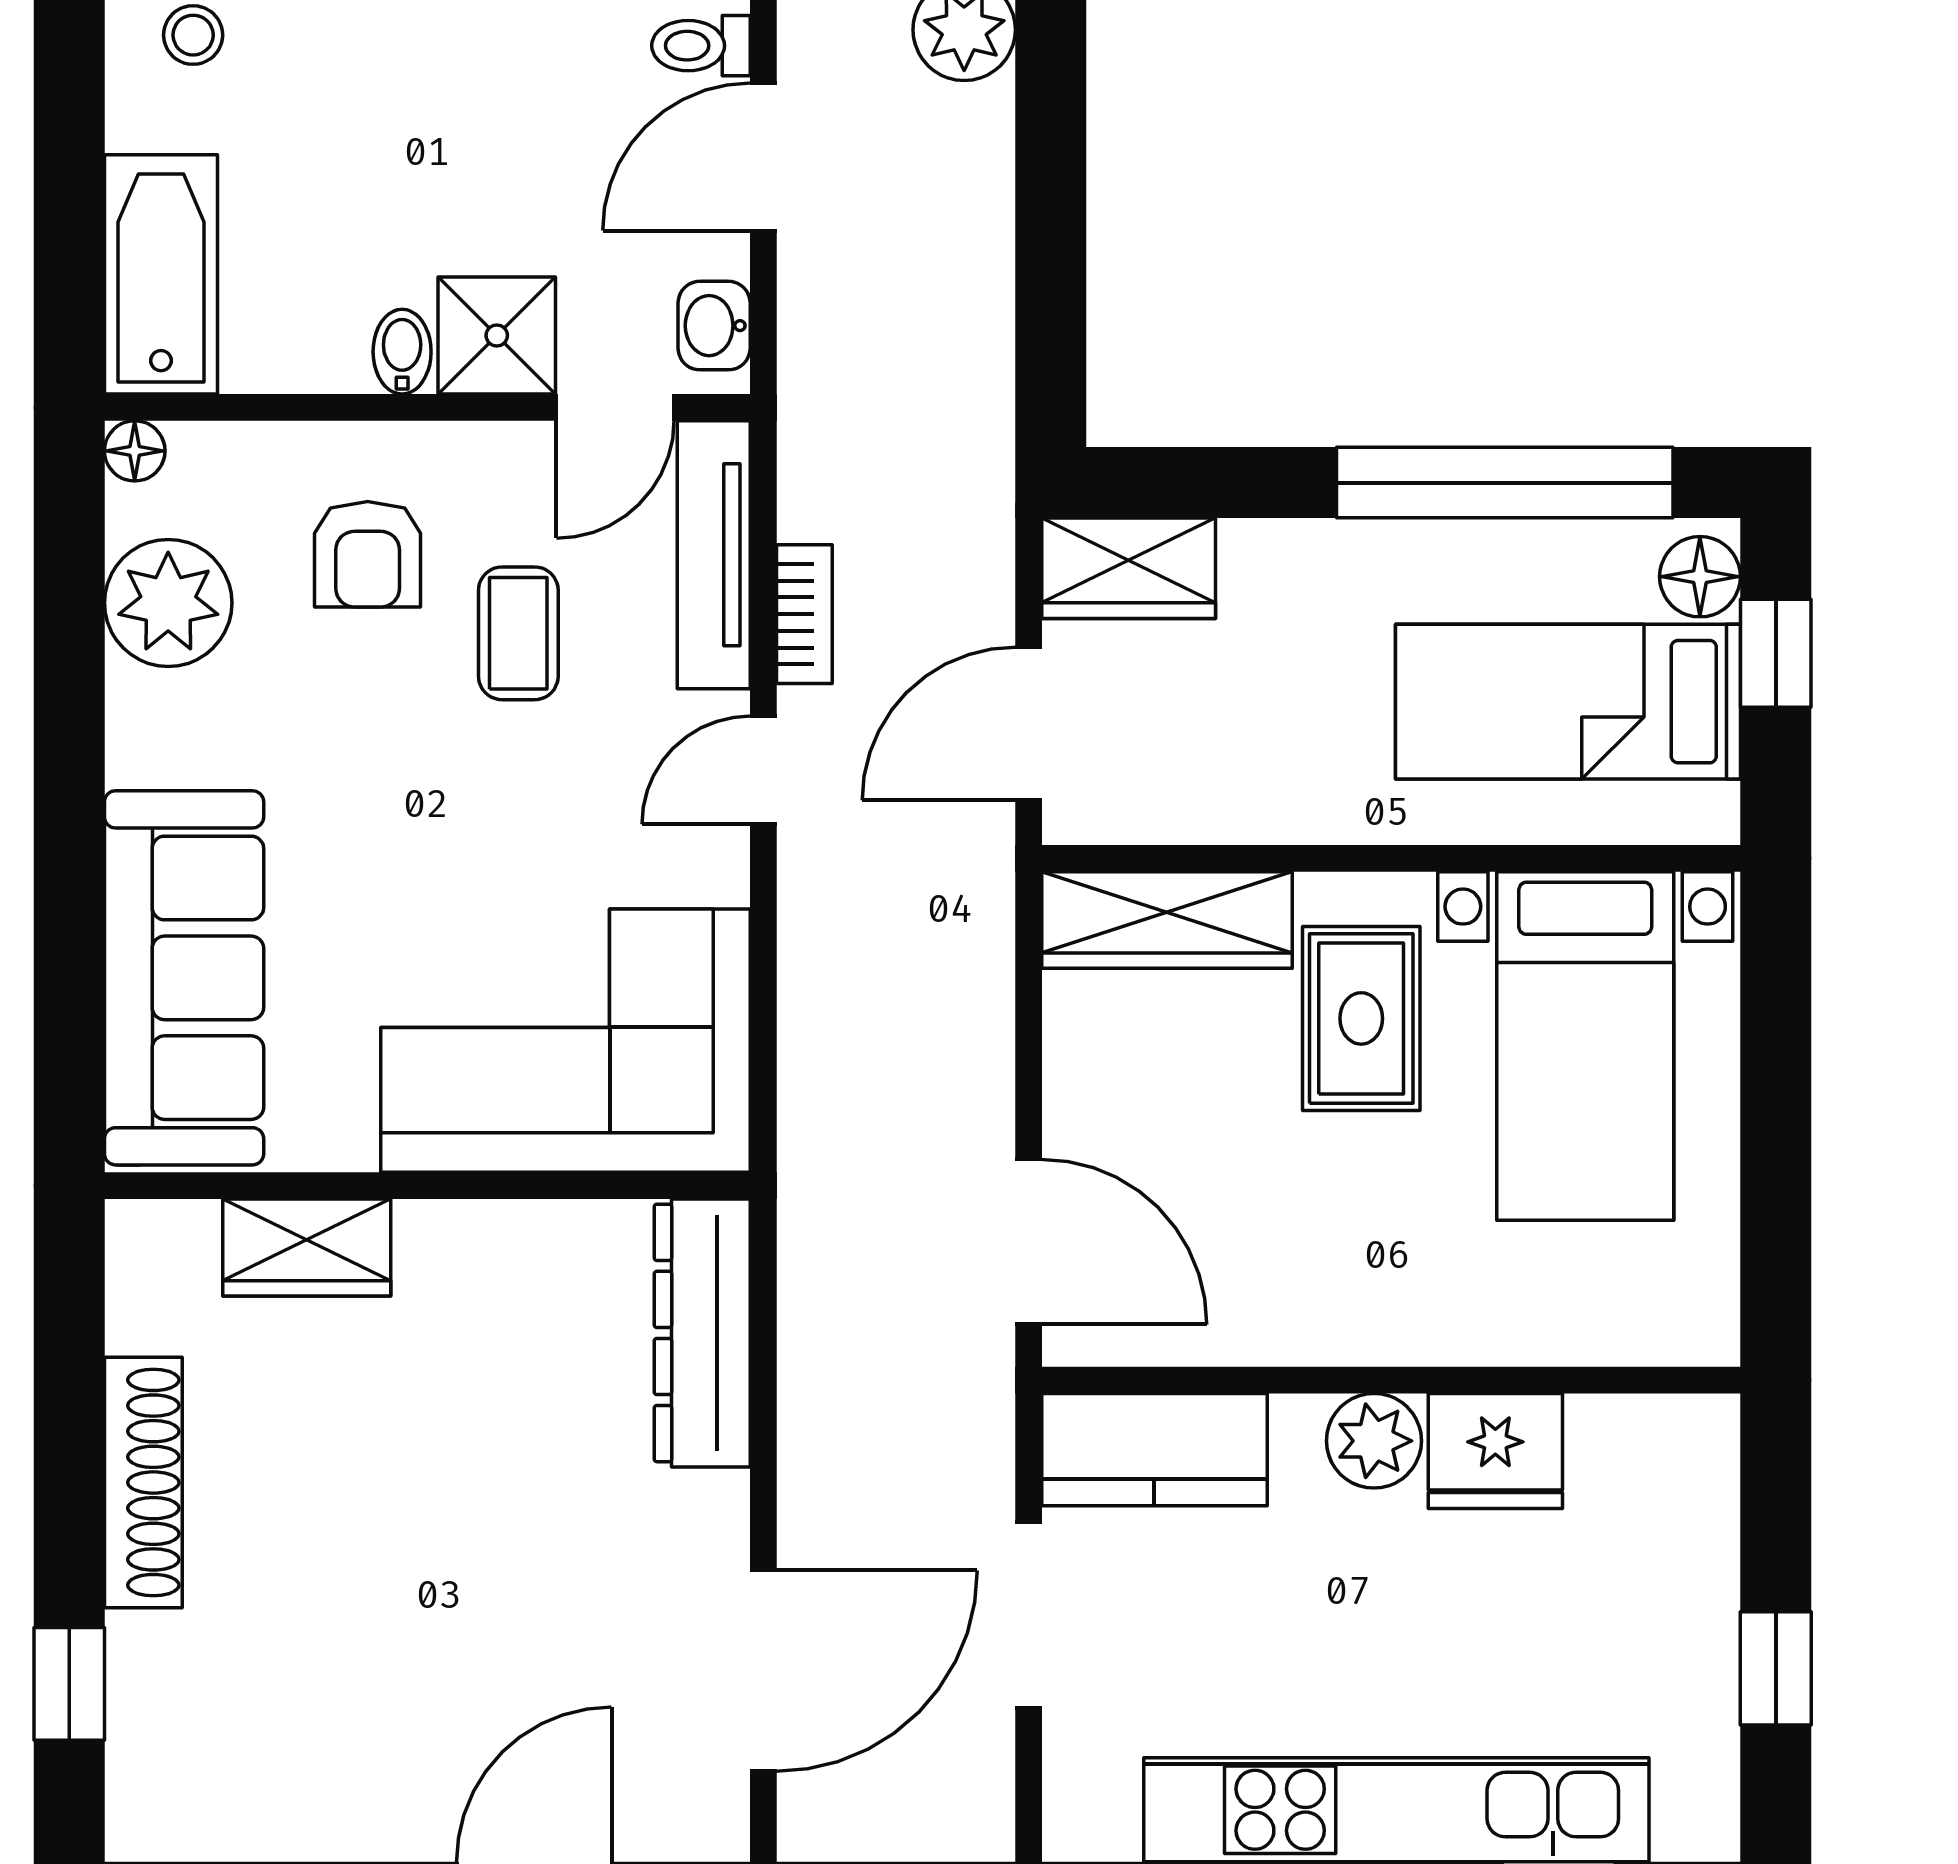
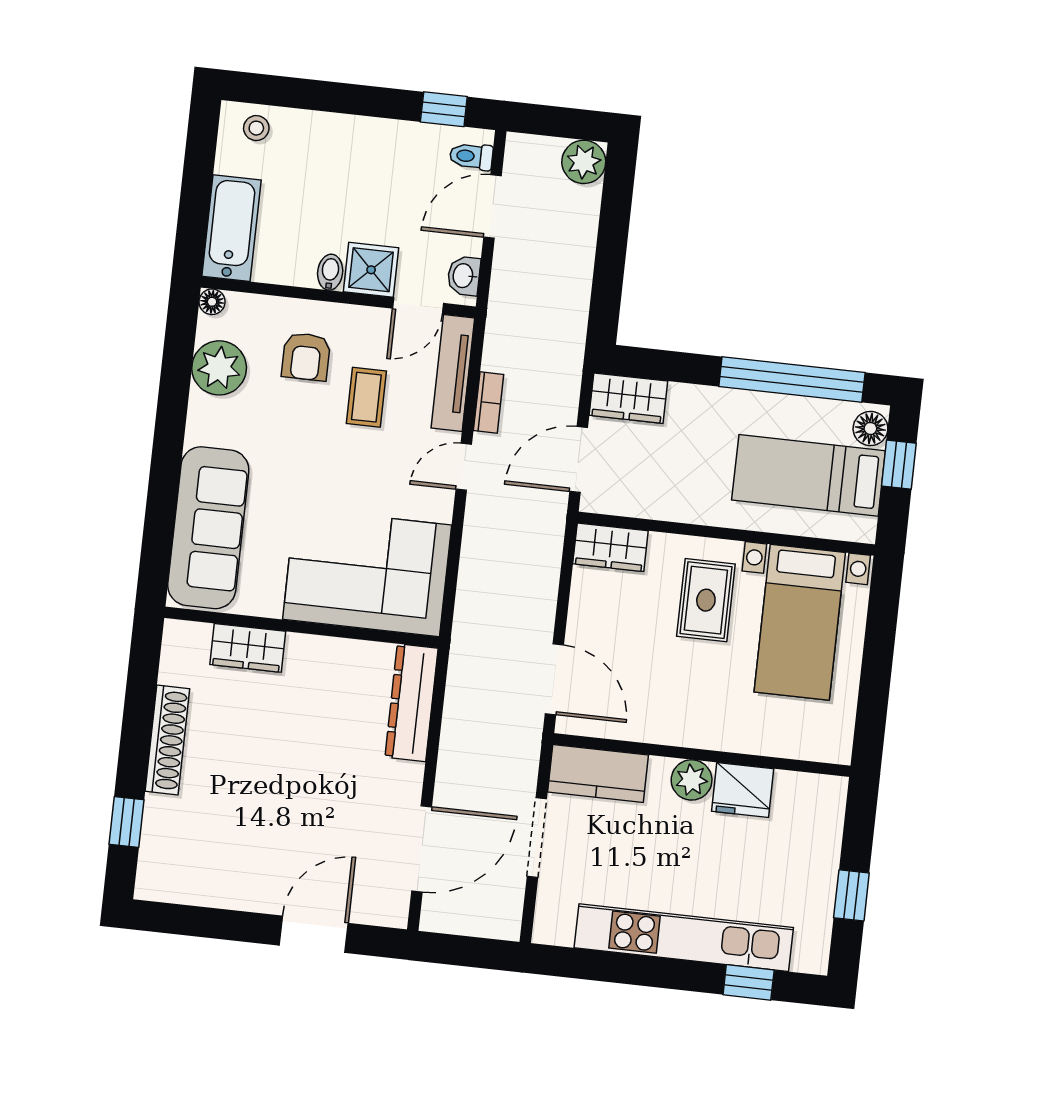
wardrobe: (1167, 920) -> (610, 547), width x0.67

